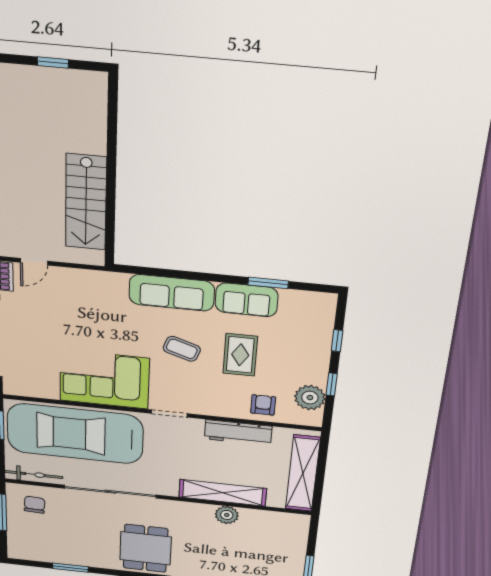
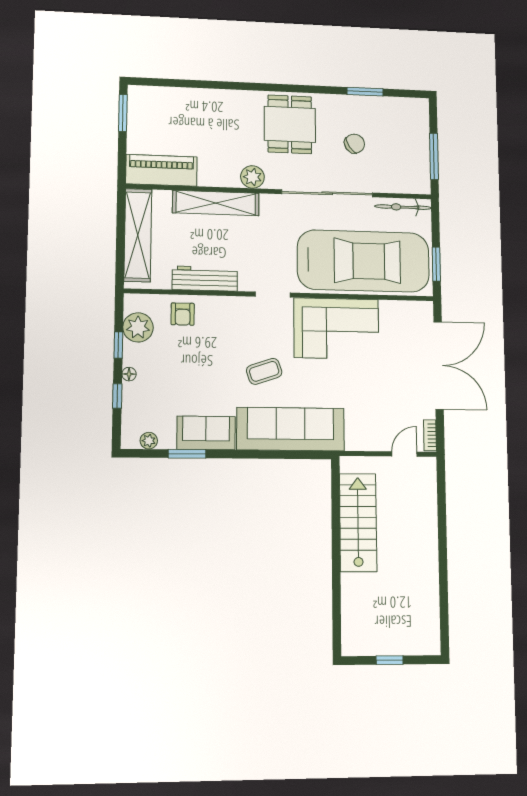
sofa: (172, 293) -> (291, 429), width x1.36, depth x1.27
plant: (308, 298) -> (149, 441), added
coffee table: (182, 349) -> (264, 371), turned -38
rug: (240, 355) -> (208, 370), removed
floor lamp: (323, 359) -> (129, 374), added
chair: (35, 505) -> (355, 144), moved, turned -127
plant: (227, 515) -> (252, 177), moved
piano: (275, 523) -> (161, 170), added

